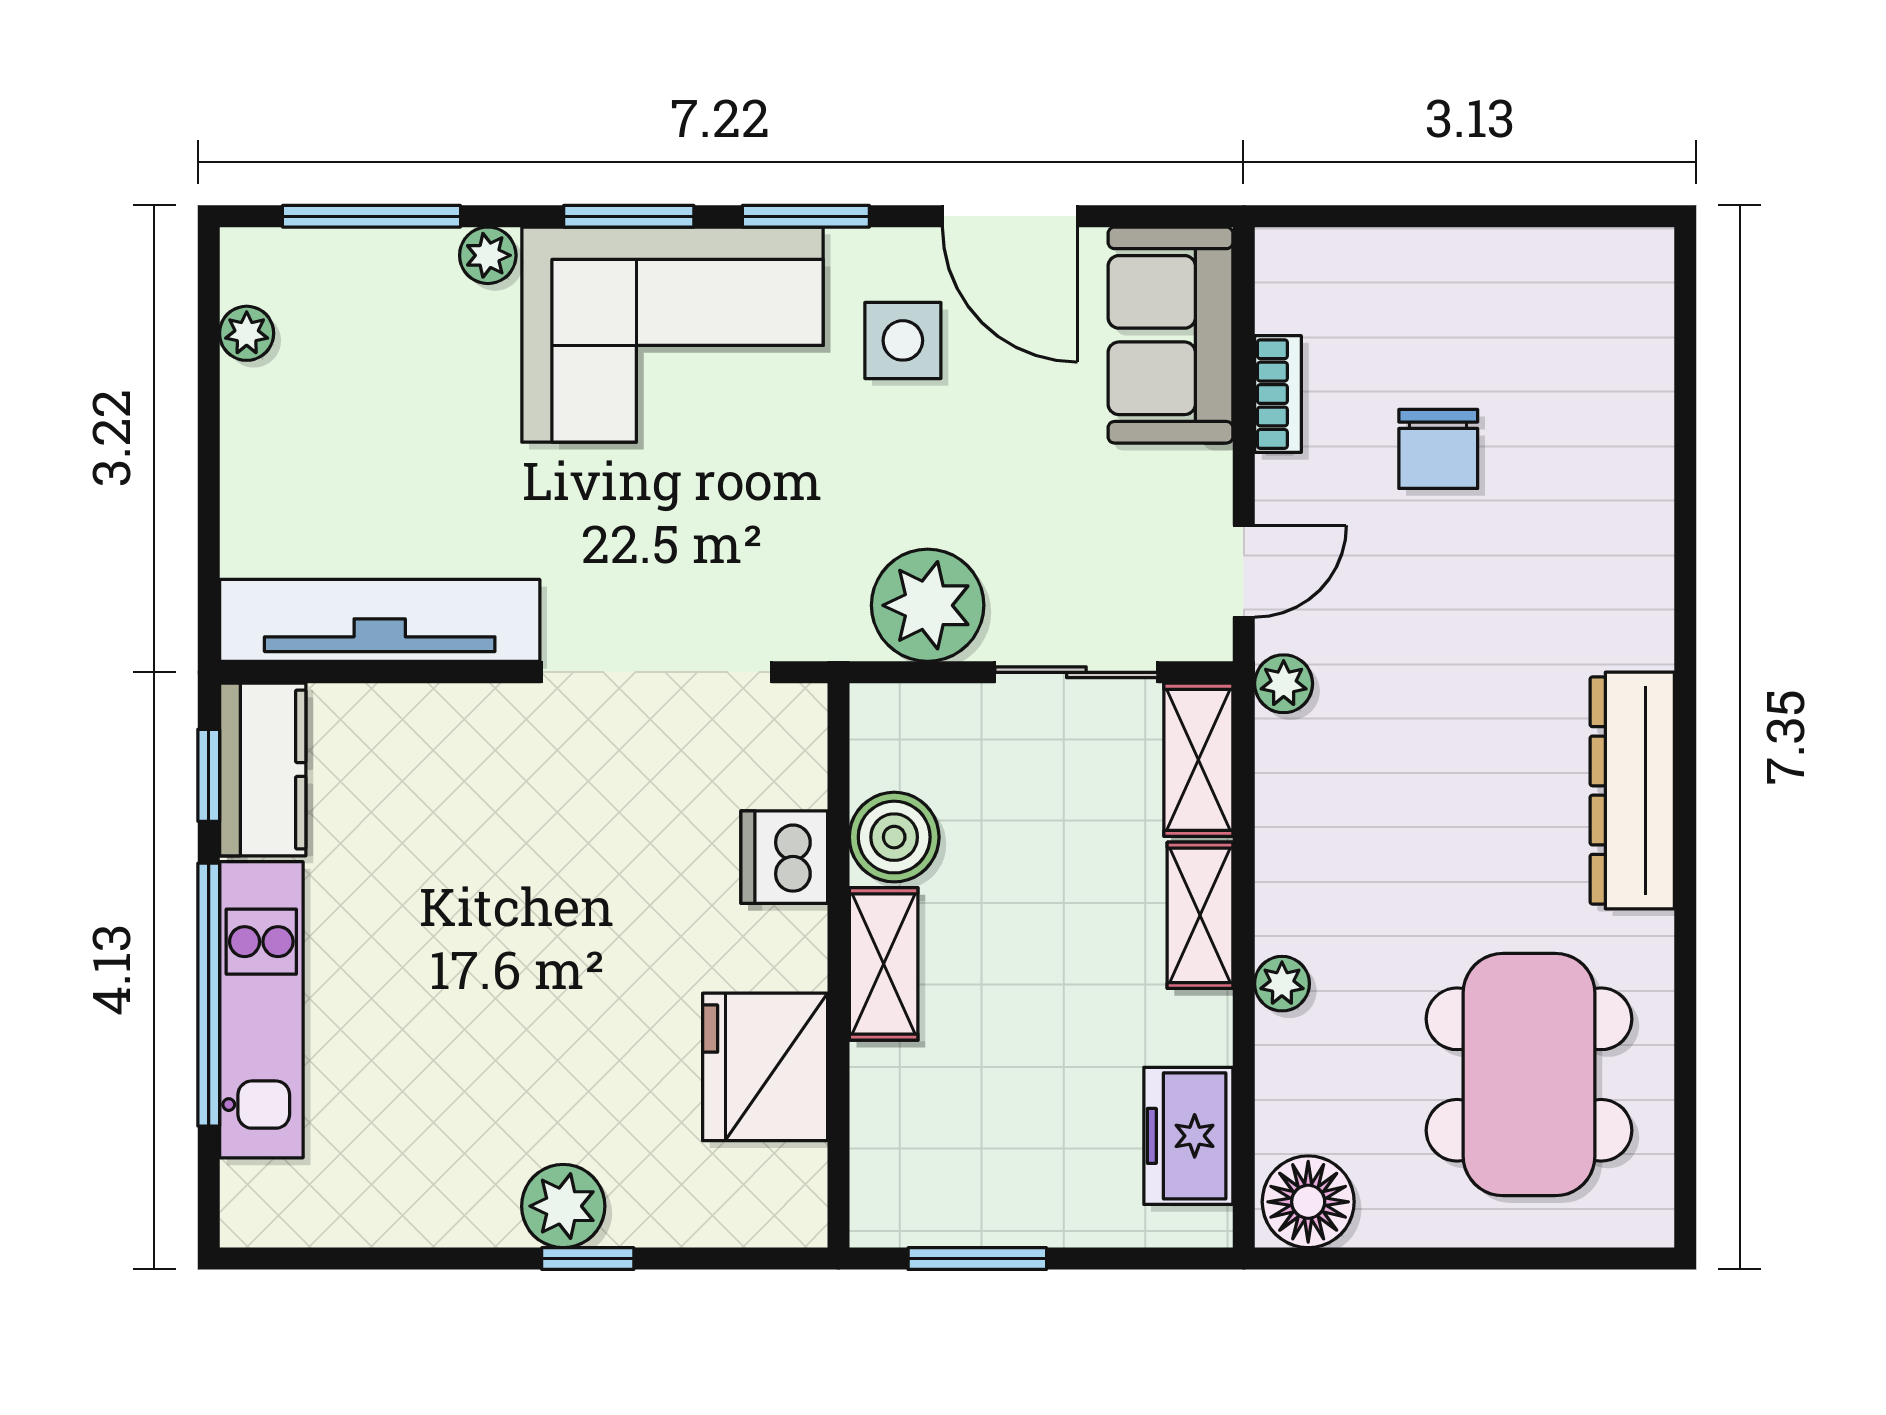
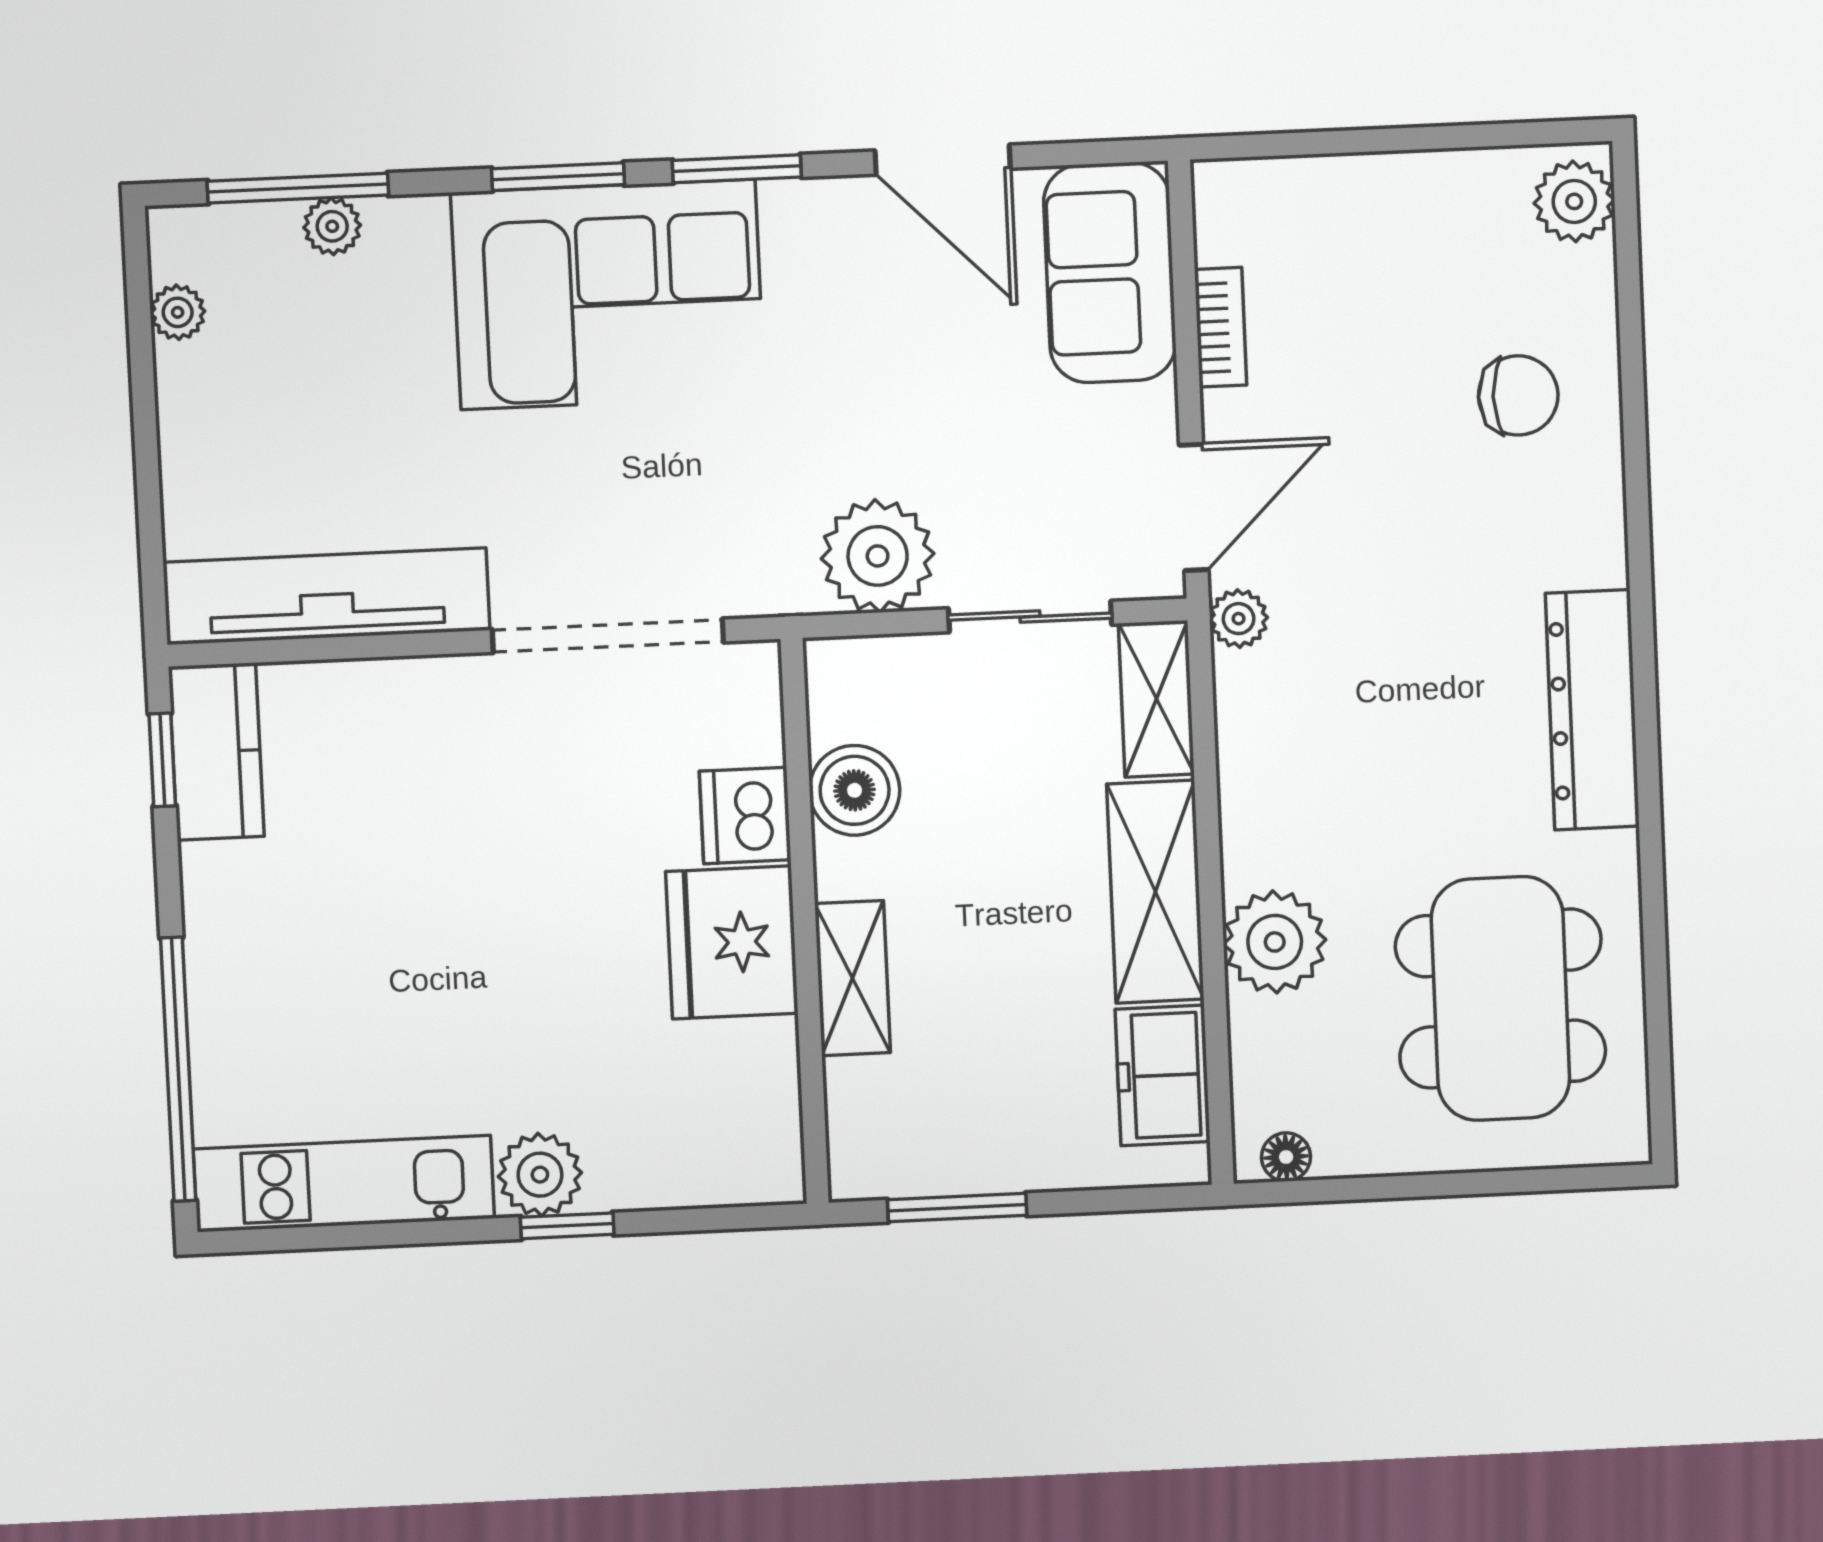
plant: (488, 255) -> (332, 226), moved
plant: (1634, 285) -> (1574, 201), added
side table: (903, 340) -> (840, 290), removed
chair: (1438, 449) -> (1518, 395), moved, turned -90
door: (1244, 571) -> (1194, 507), width x1.38
shelving: (1200, 915) -> (1155, 892), width x1.50, depth x1.33
shelving: (884, 964) -> (853, 978), moved
plant: (1282, 984) -> (1275, 942), width x1.87, depth x1.87
window: (209, 995) -> (178, 1069), moved
kitchen unit: (261, 1010) -> (344, 1184), moved, turned -90
fridge: (765, 1067) -> (732, 942), moved
floor lamp: (1308, 1202) -> (1286, 1157), width x0.53, depth x0.53

